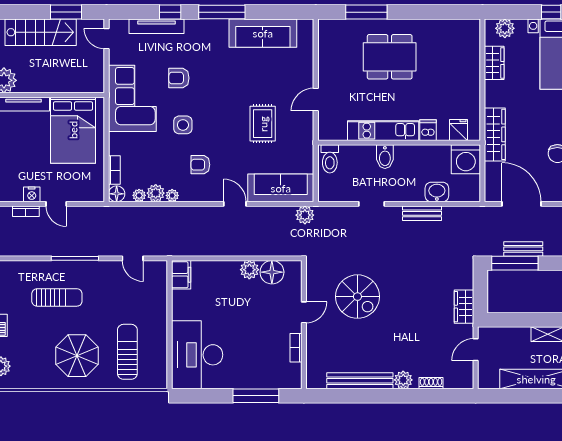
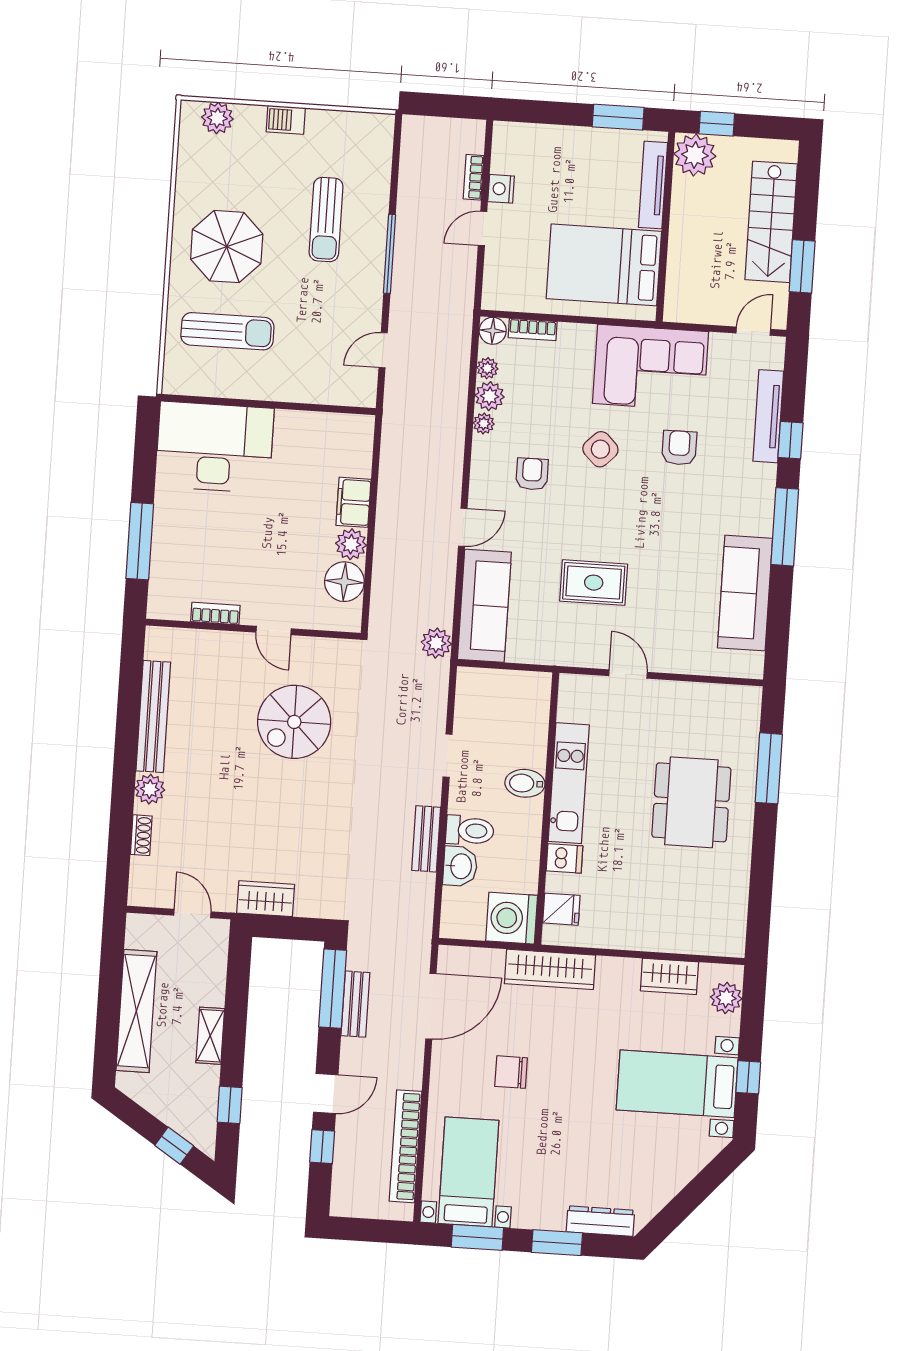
side table: (183, 125) -> (600, 449), turned 45
toilet: (330, 159) -> (470, 831), moved, turned 180
filing cabinet: (181, 275) -> (353, 502), moved, turned 90

